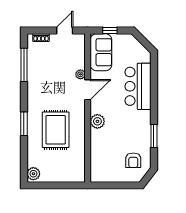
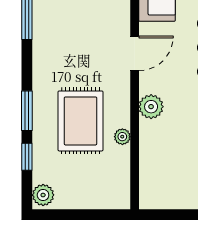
plant: (80, 74) -> (122, 137), moved
window: (24, 151) -> (27, 157), added

